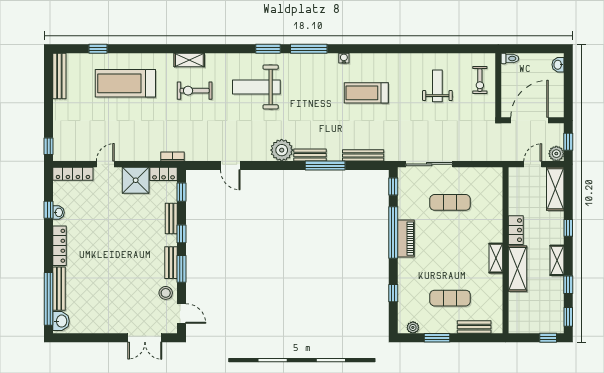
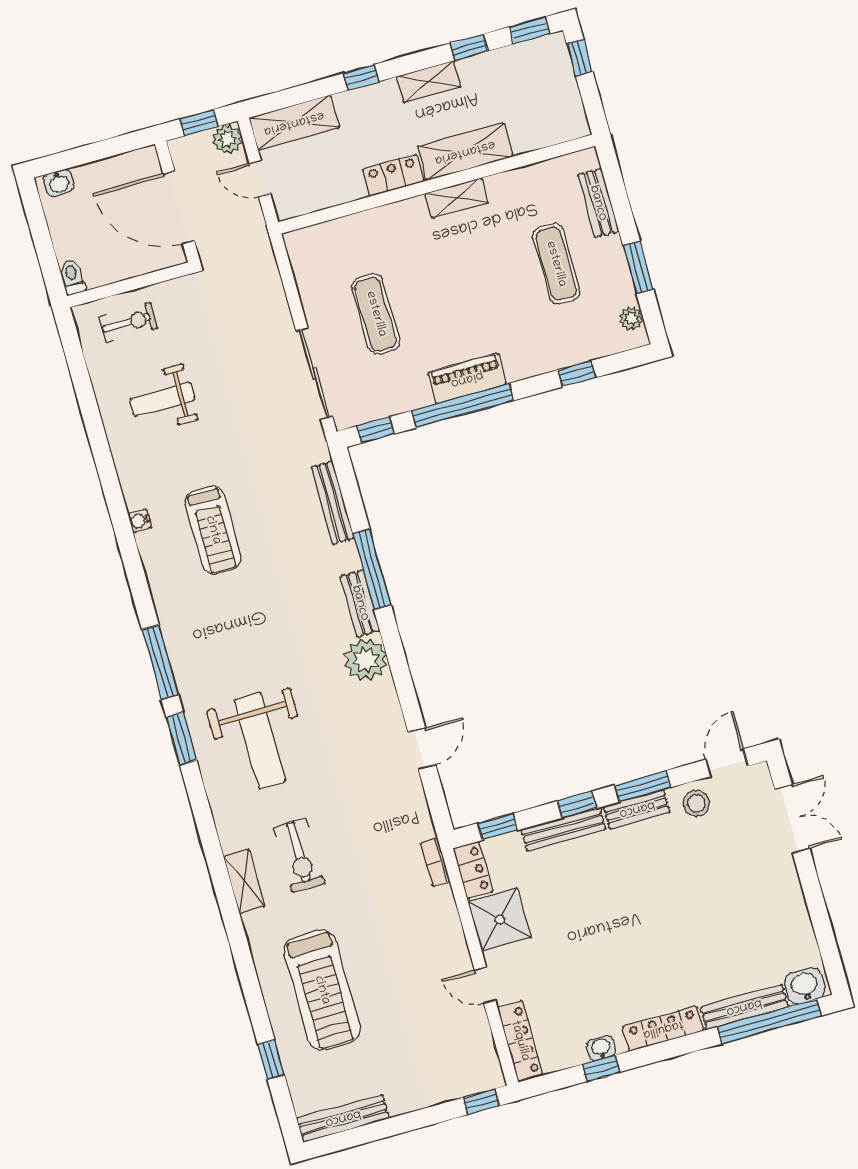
water cooler: (344, 58) -> (140, 521), moved
bench: (171, 218) -> (563, 829), width x1.36

